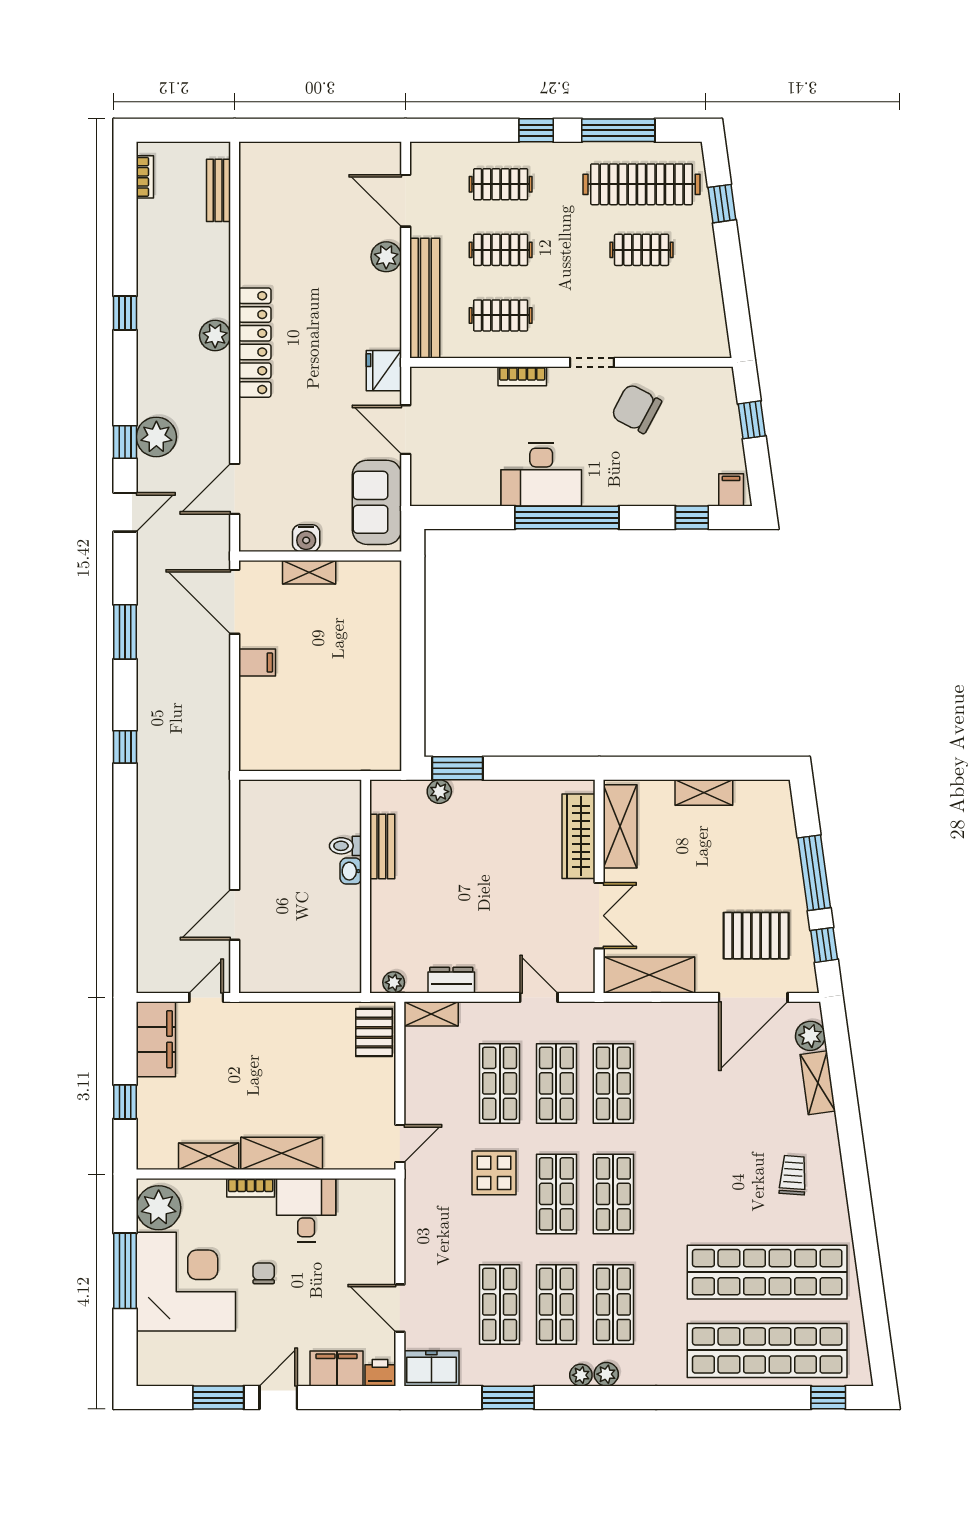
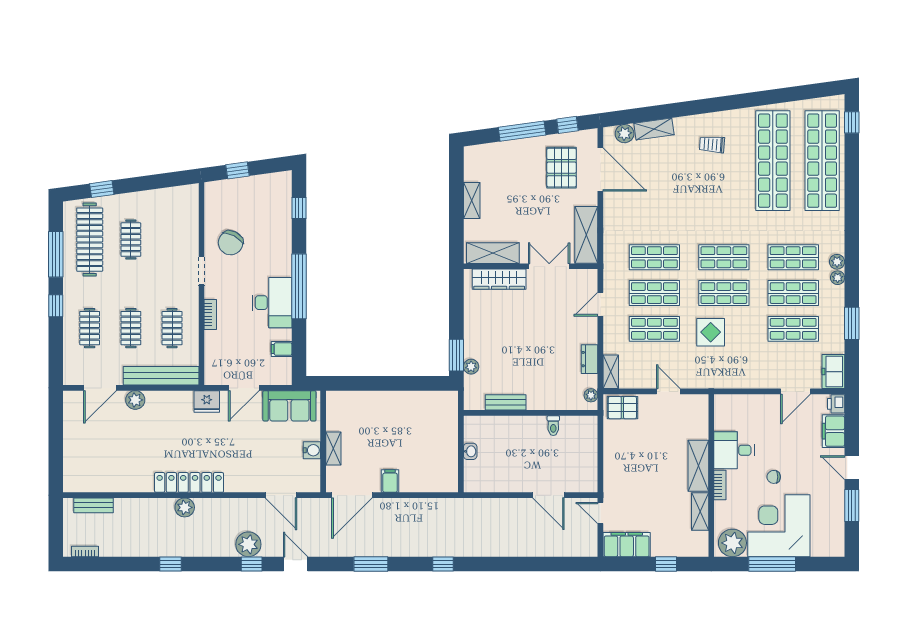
filing cabinet: (731, 490) -> (282, 349), moved
toilet: (345, 846) -> (553, 426), moved
washbasin: (351, 871) -> (470, 451), moved, turned -90
door: (400, 1144) -> (668, 391), moved

